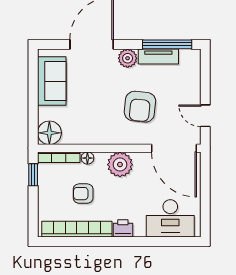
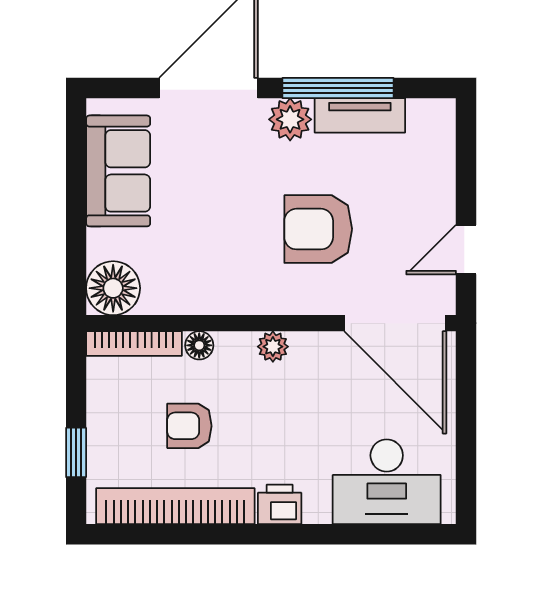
window: (167, 44) -> (338, 88), moved
armchair: (140, 107) -> (318, 229), turned 84
door: (205, 116) -> (466, 250), hinge flipped
plant: (120, 165) -> (273, 347), width x0.53, depth x0.53
window: (33, 175) -> (76, 452), moved

